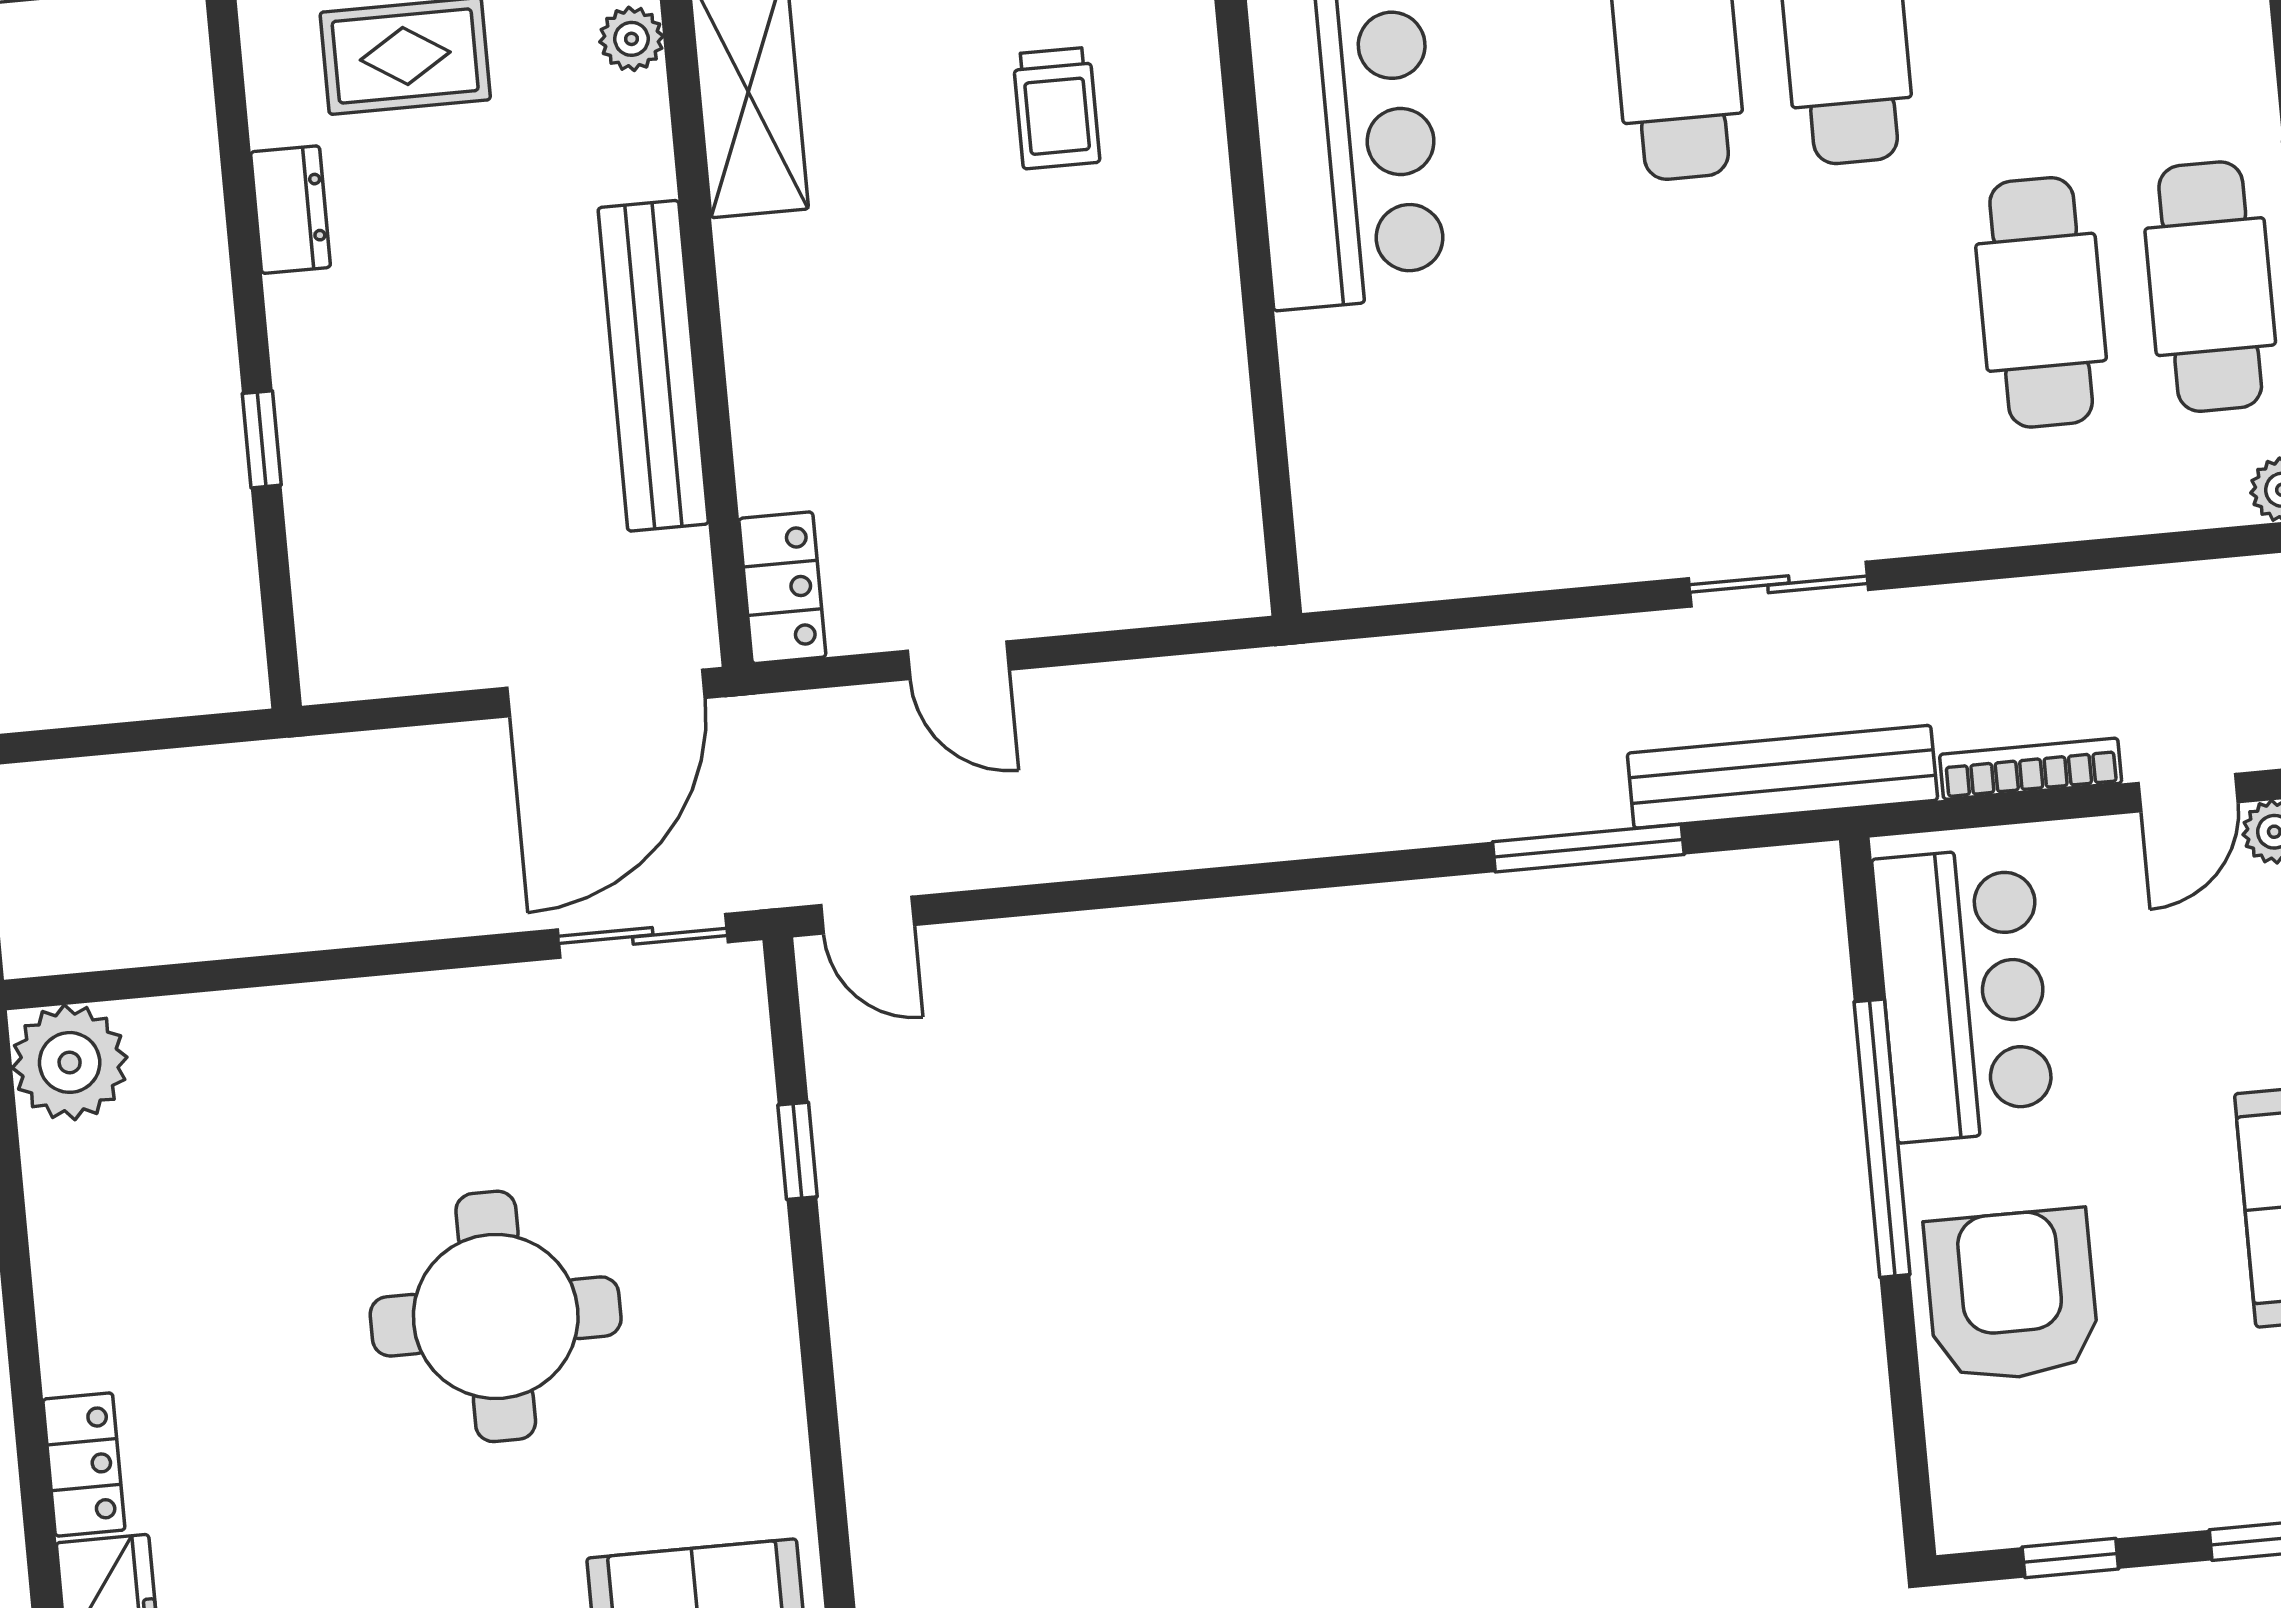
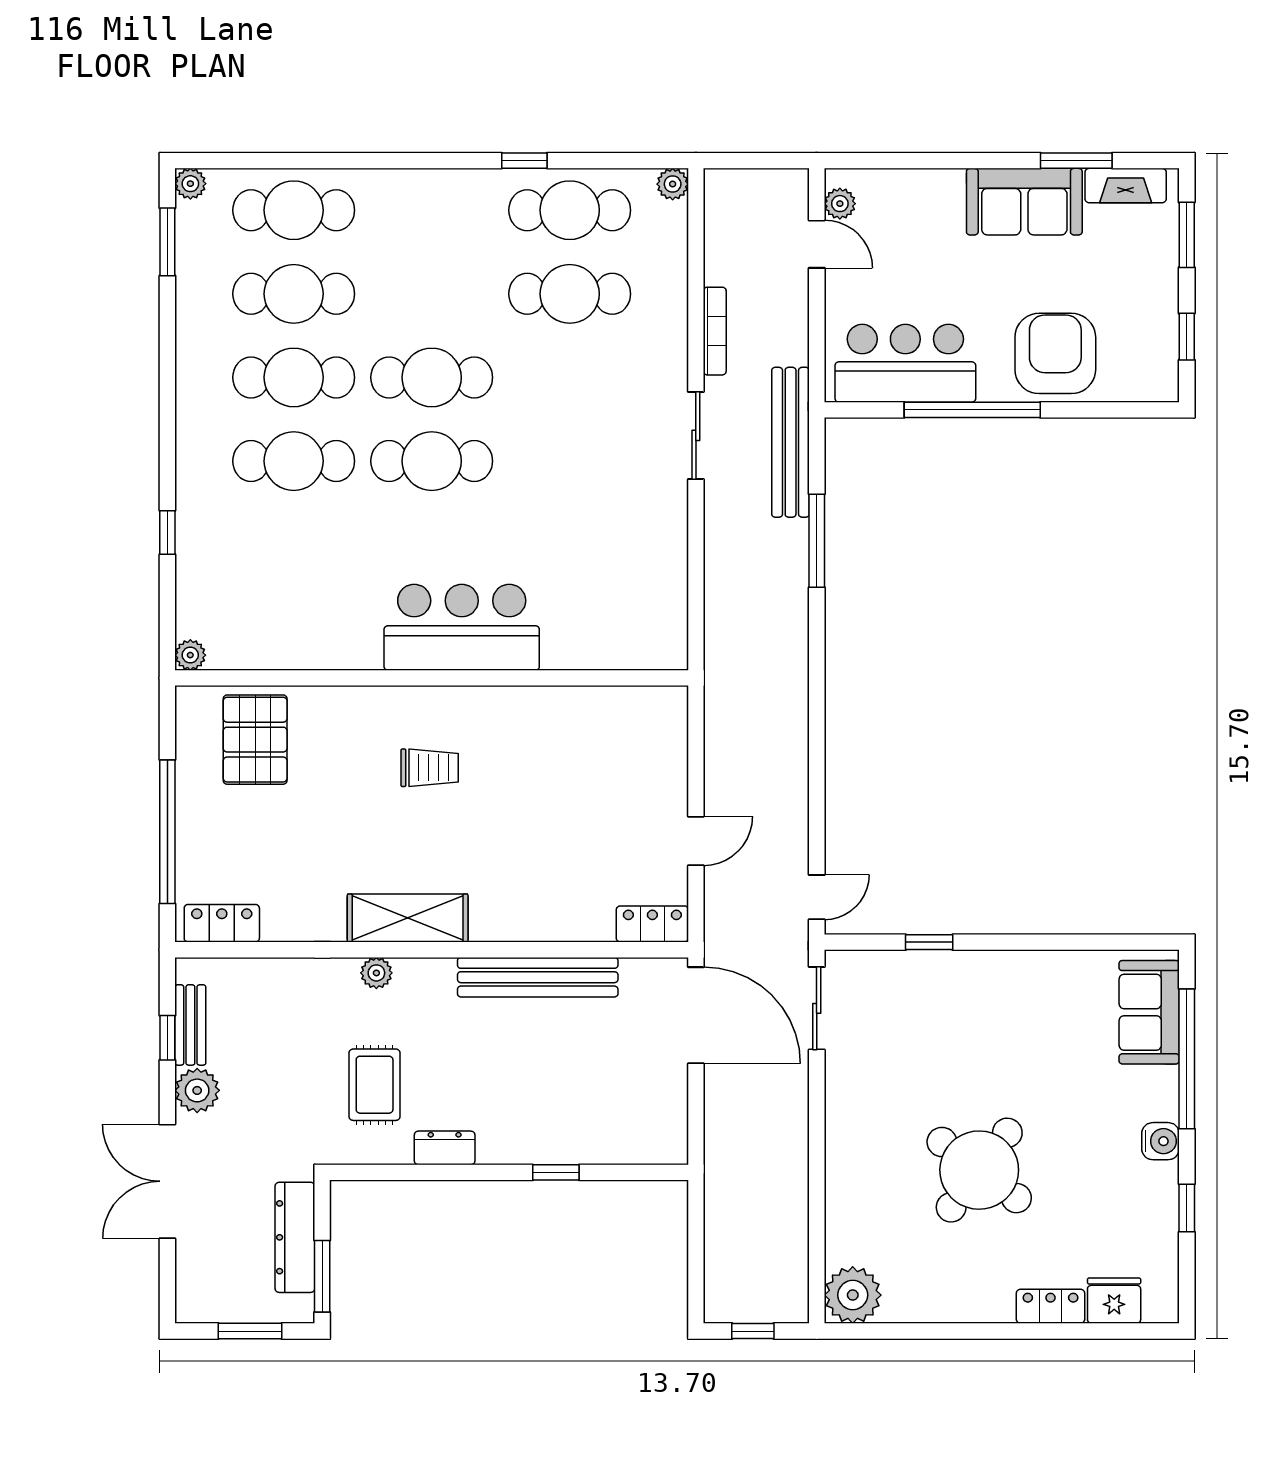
bookcase: (2031, 769) -> (715, 331), moved, turned 180
armchair: (2012, 1295) -> (1055, 353), turned 90
round table: (496, 1316) -> (979, 1170), moved, turned 37

